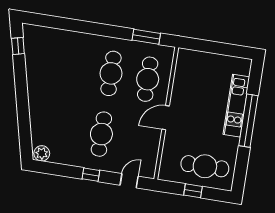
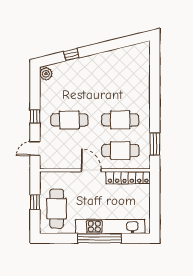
window: (18, 46) -> (71, 55), moved
locker: (181, 75) -> (128, 178), added
kitchen unit: (236, 106) -> (110, 226), width x1.36
door: (129, 181) -> (35, 149), swing flipped

